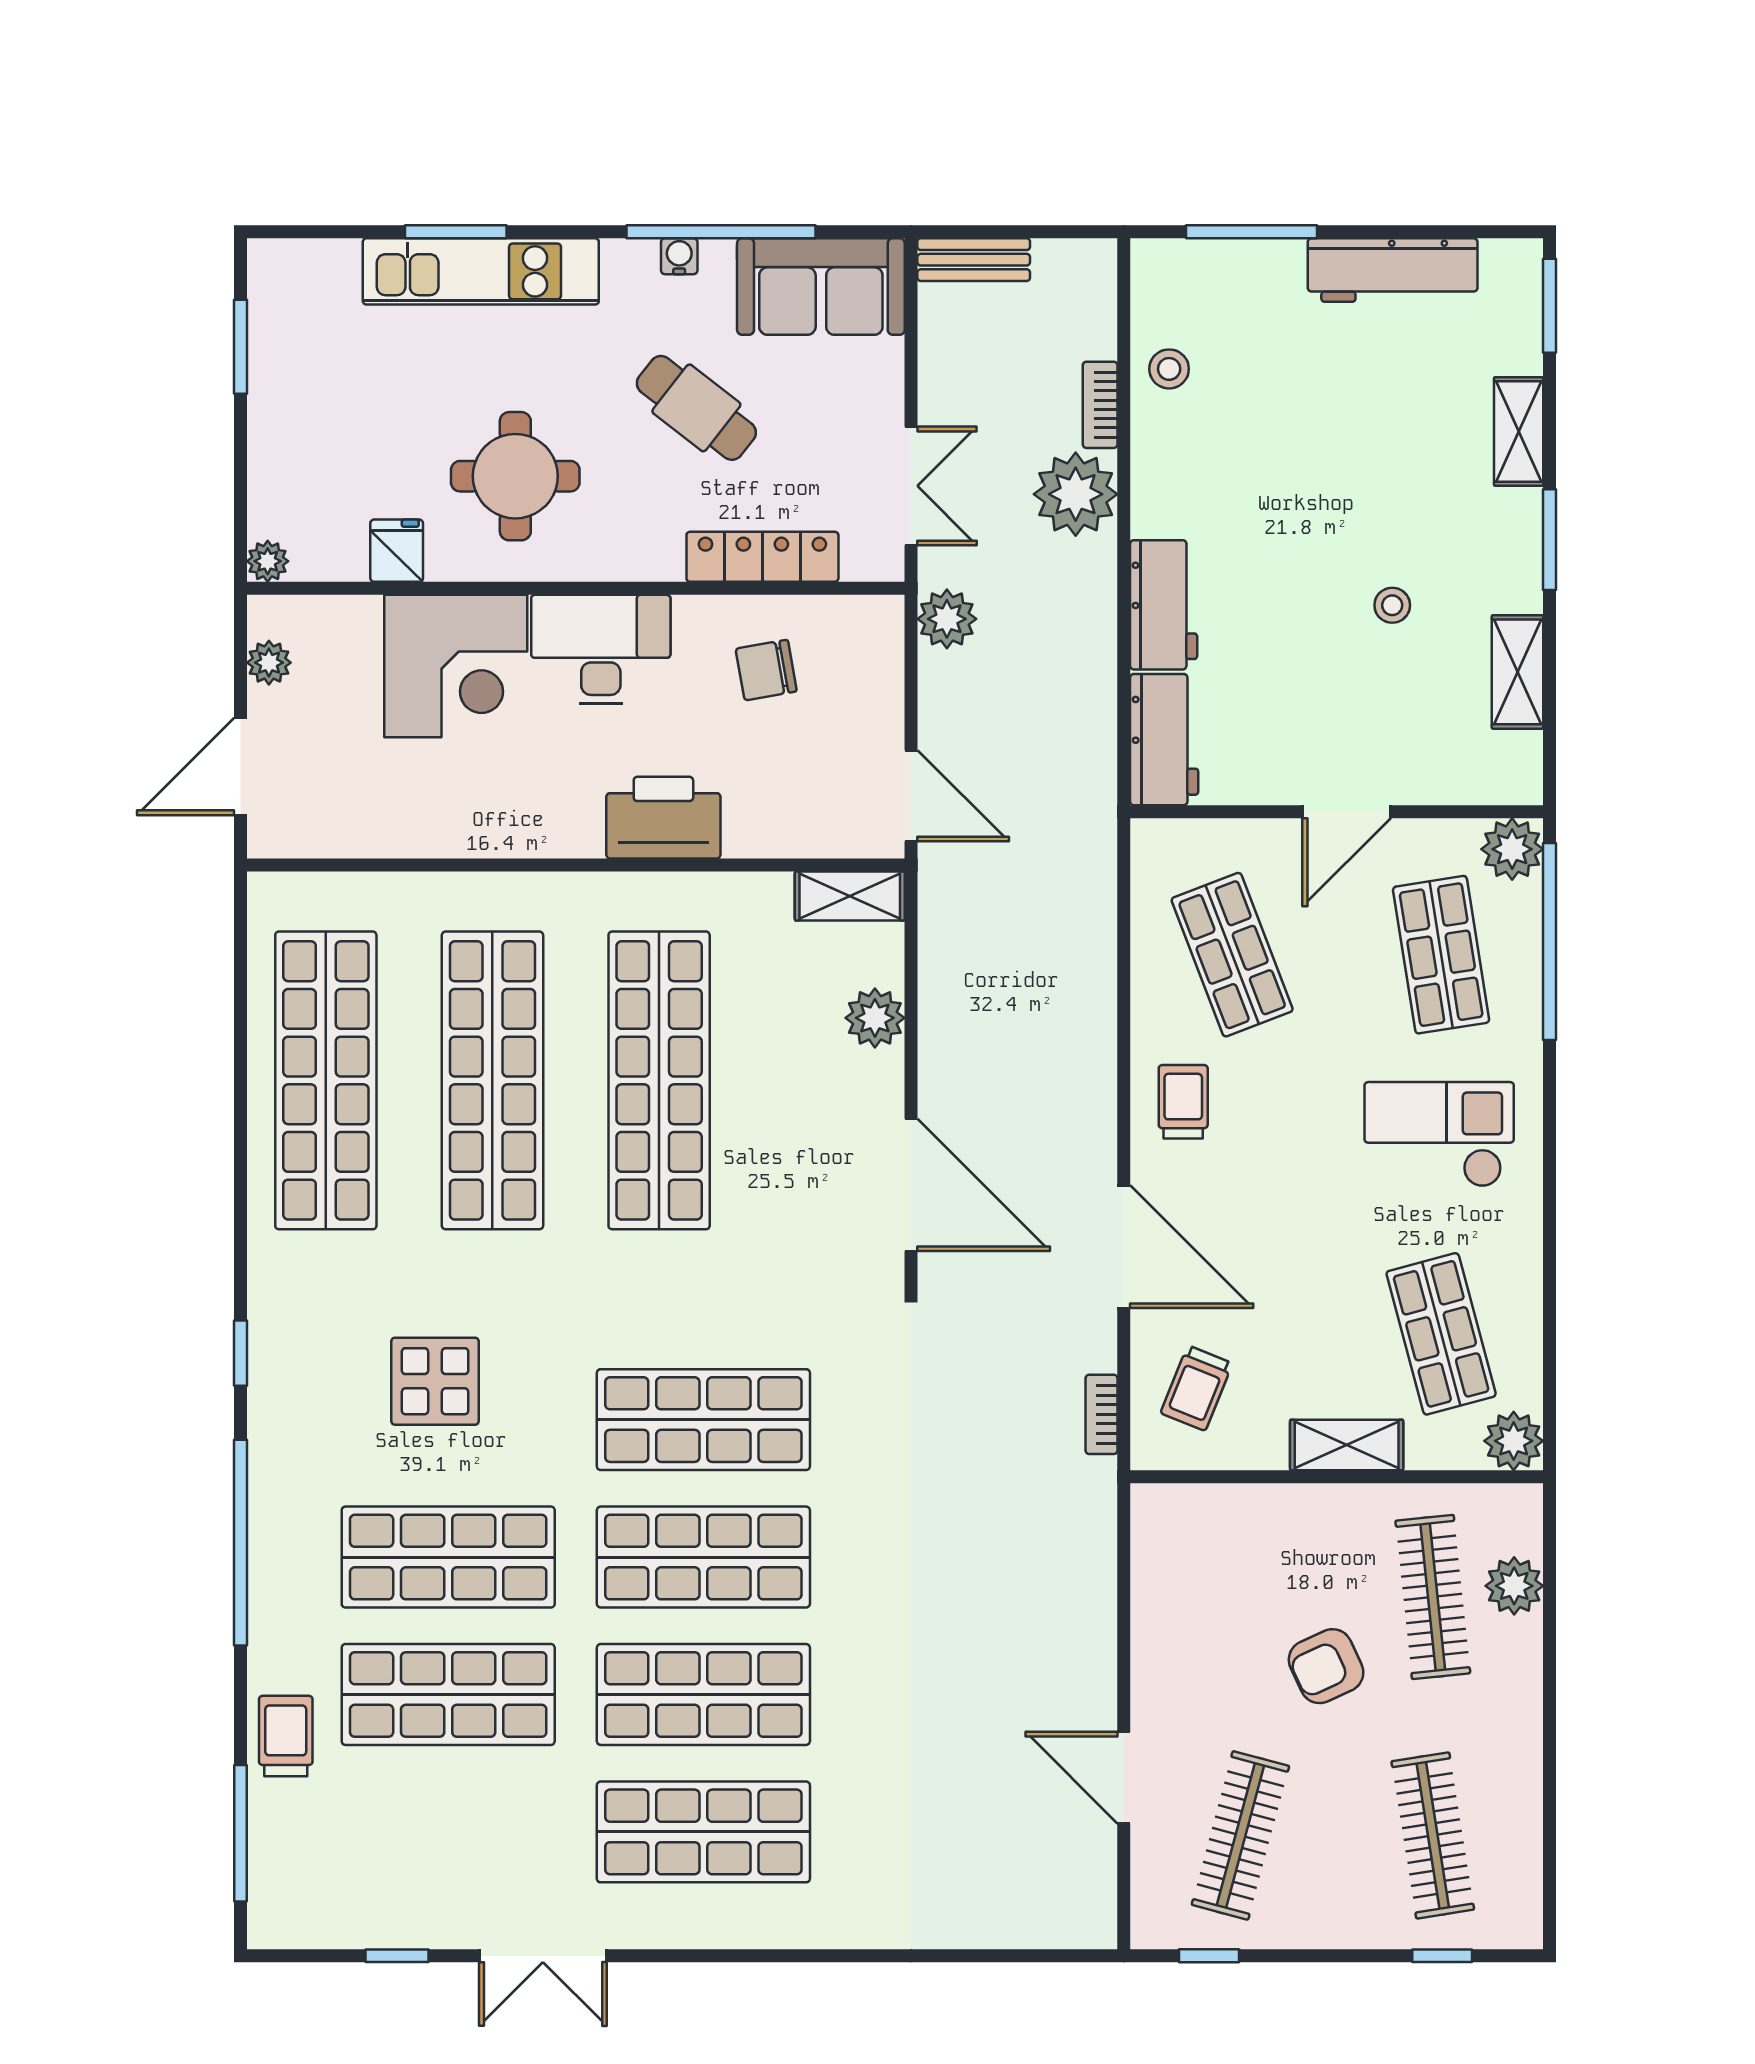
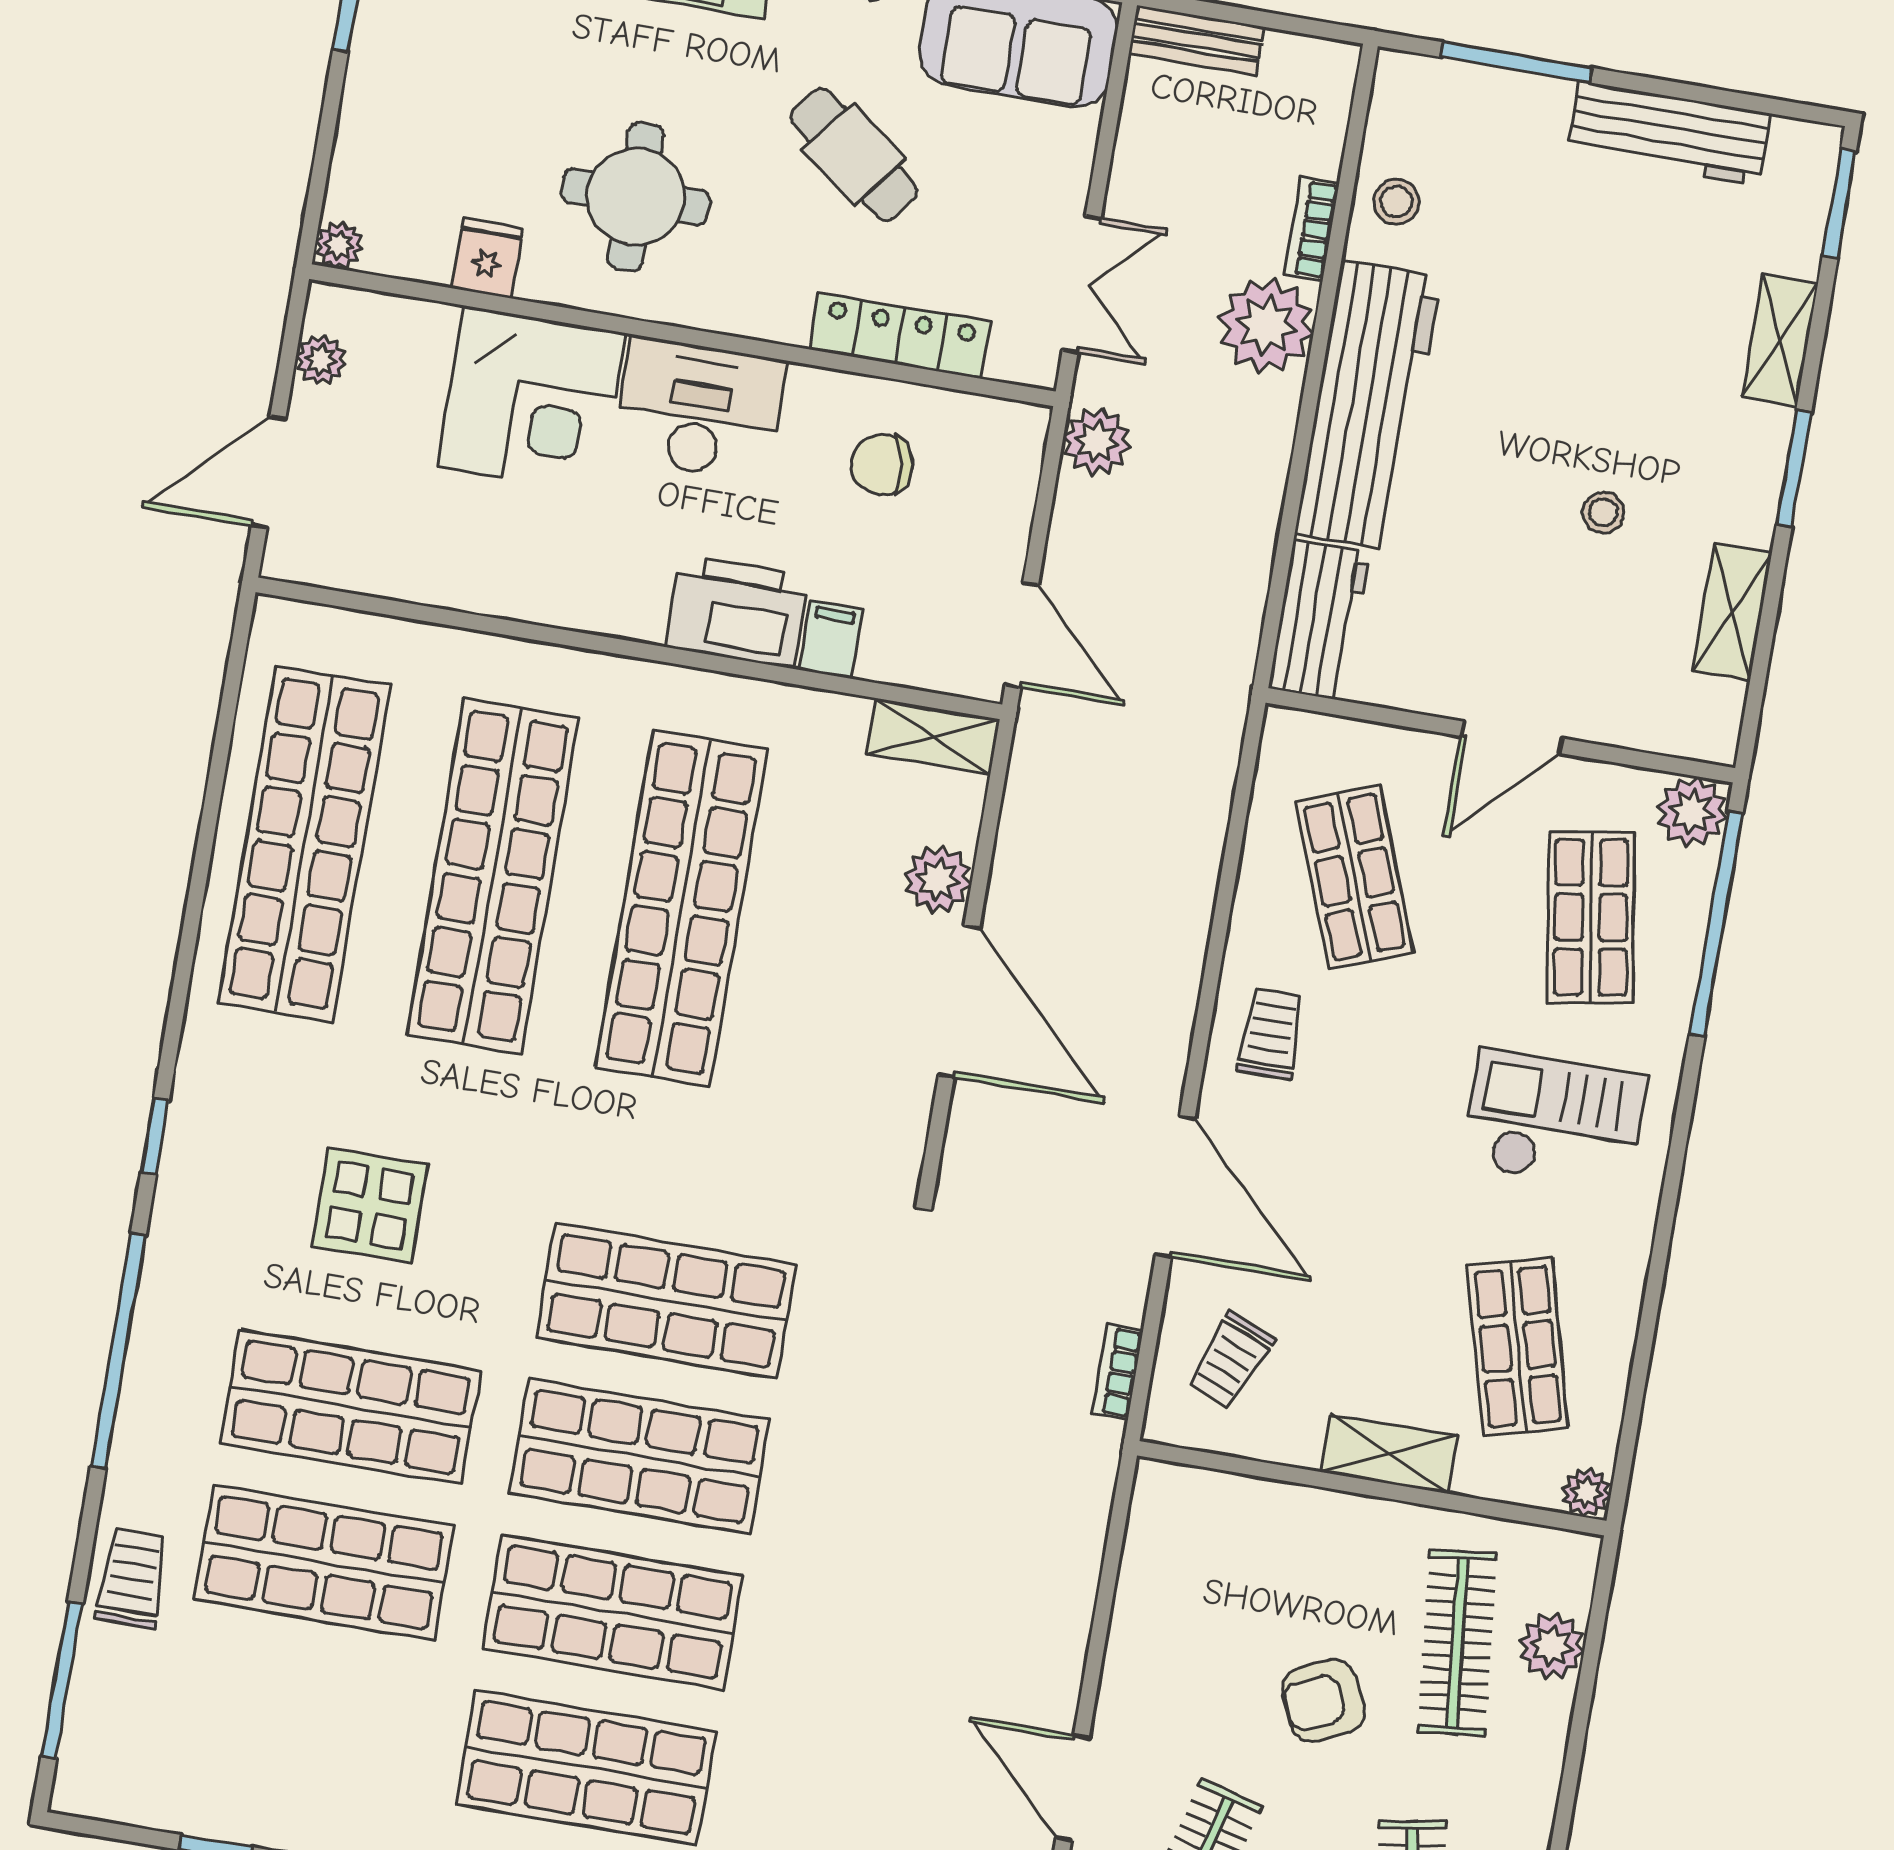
workbench: (1164, 605) -> (1368, 406), width x1.88, depth x1.32
filing cabinet: (748, 828) -> (831, 640), added
door: (911, 1185) -> (959, 1001), moved
plant: (1514, 1441) -> (1587, 1493), width x0.73, depth x0.73

